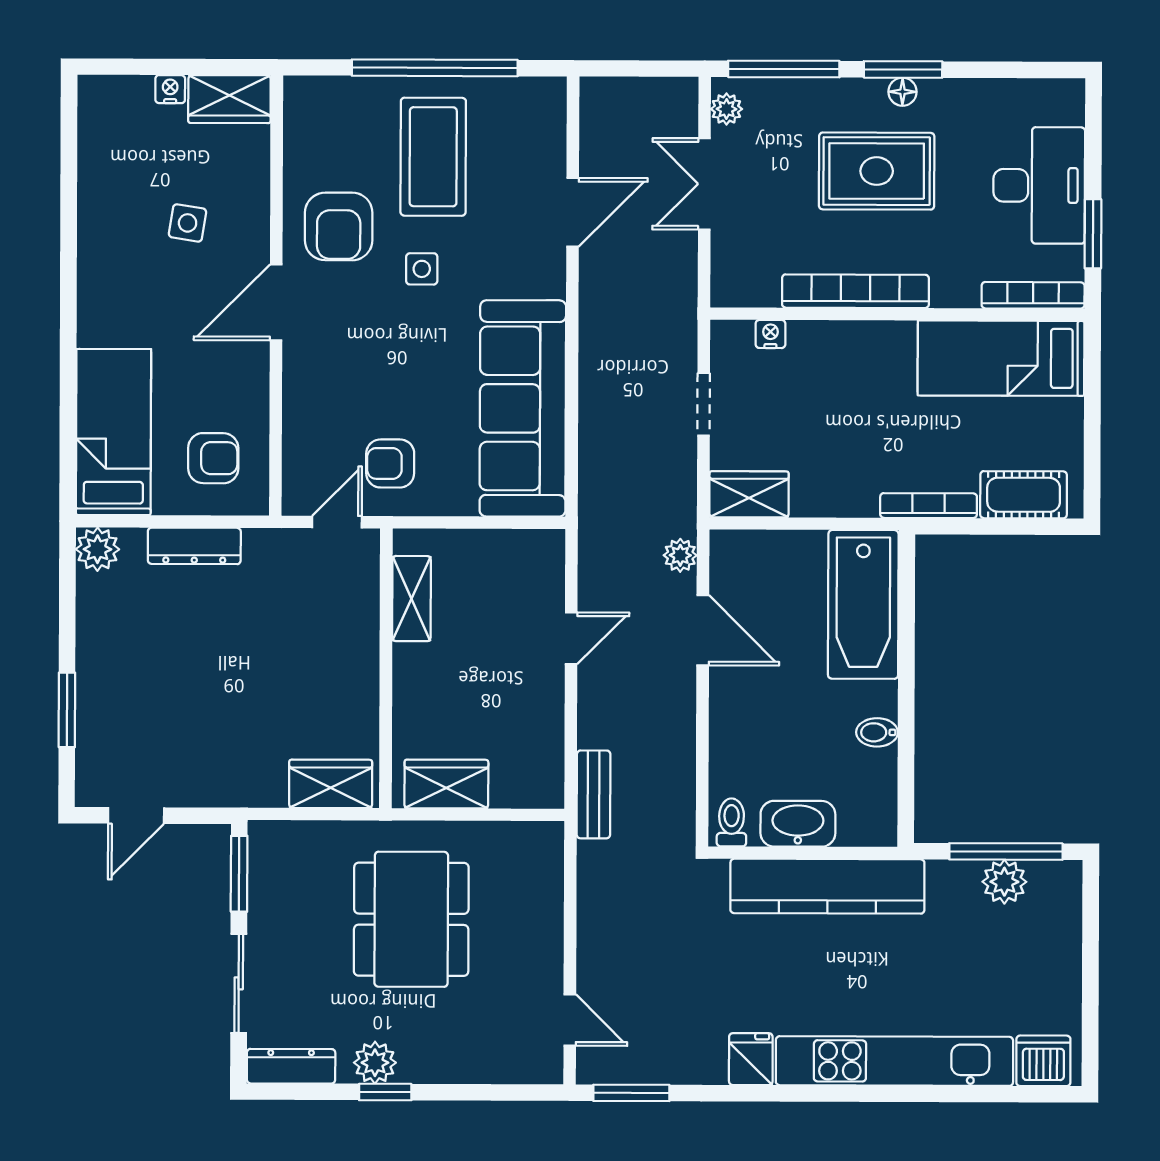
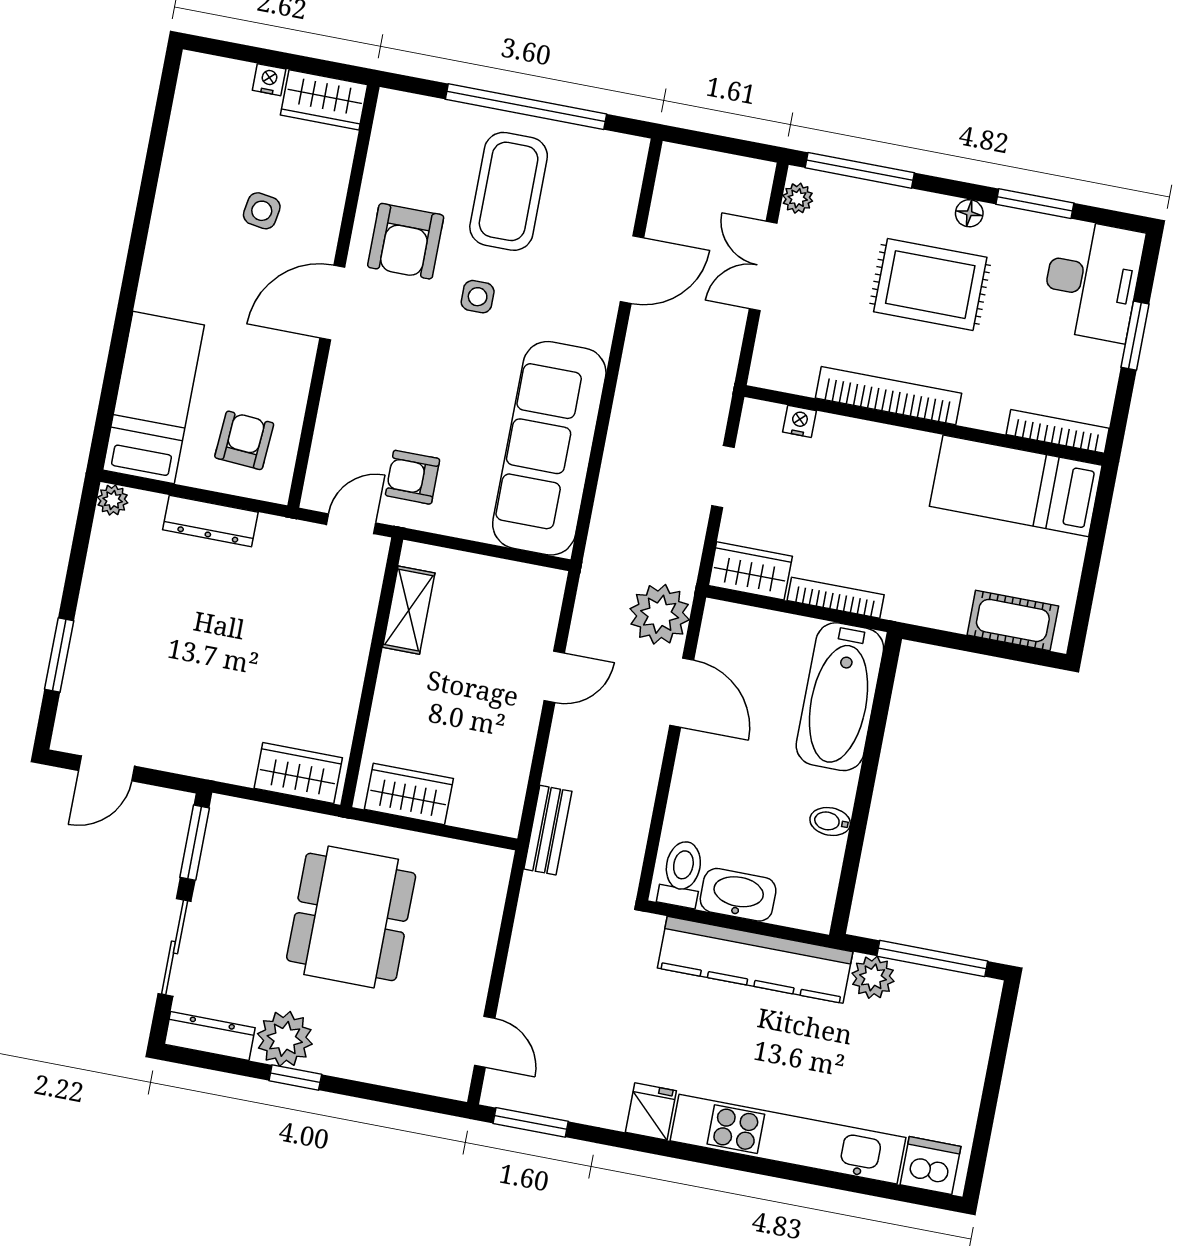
window: (903, 69) -> (1035, 204), moved
desk: (1039, 185) -> (1092, 280), moved
window: (1093, 234) -> (1135, 336), moved
armchair: (213, 458) -> (244, 440), turned -86
bookcase: (929, 506) -> (836, 598), moved
plant: (97, 549) -> (113, 500), width x0.73, depth x0.73
plant: (680, 555) -> (660, 614), width x1.87, depth x1.87
toilet: (732, 822) -> (682, 874), width x1.37, depth x1.39
plant: (1004, 882) -> (873, 977), moved
plant: (375, 1063) -> (285, 1039), width x1.36, depth x1.36

